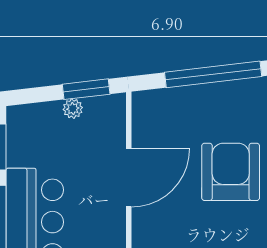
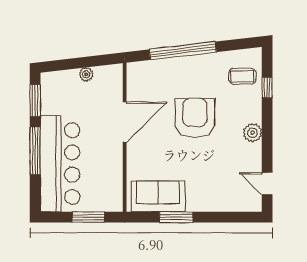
window: (86, 89) -> (95, 61), removed

